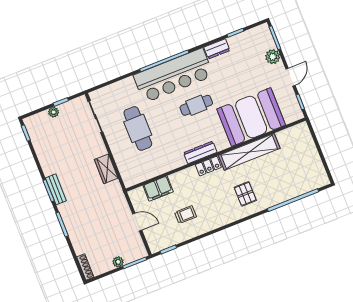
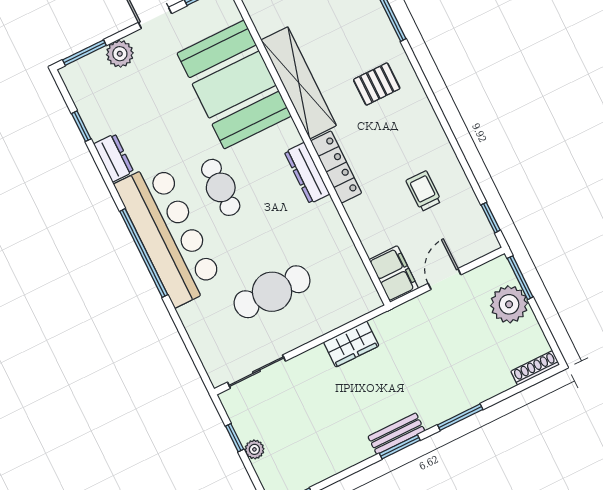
locker: (208, 166) -> (336, 167), width x1.53
filing cabinet: (158, 188) -> (394, 274), moved
plant: (118, 262) -> (509, 304), width x1.88, depth x1.88

